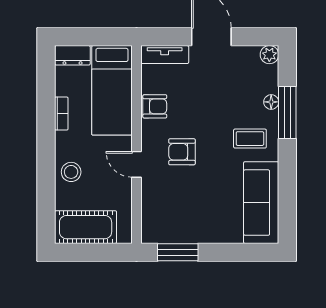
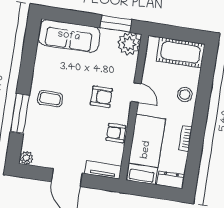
floor lamp: (271, 102) -> (30, 123), removed
sofa: (261, 203) -> (69, 36), moved, turned 90
plant: (156, 228) -> (129, 44), added

